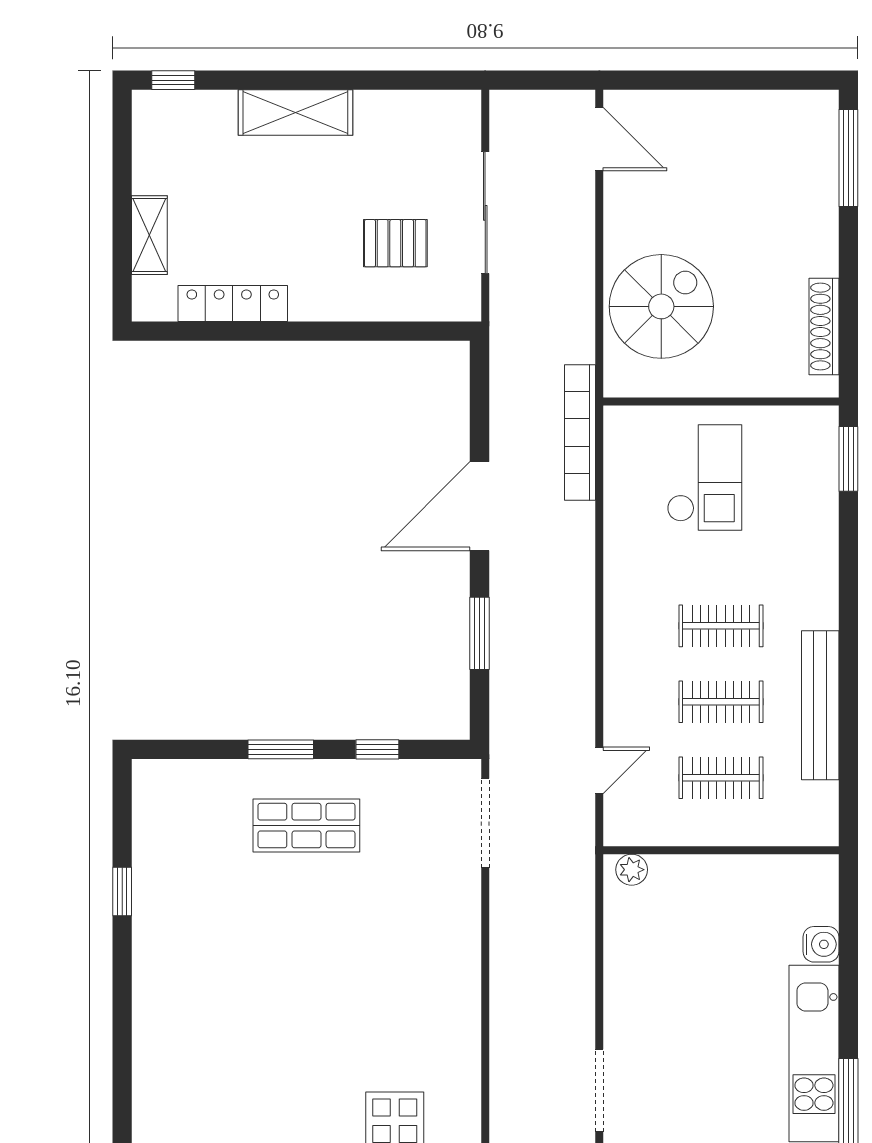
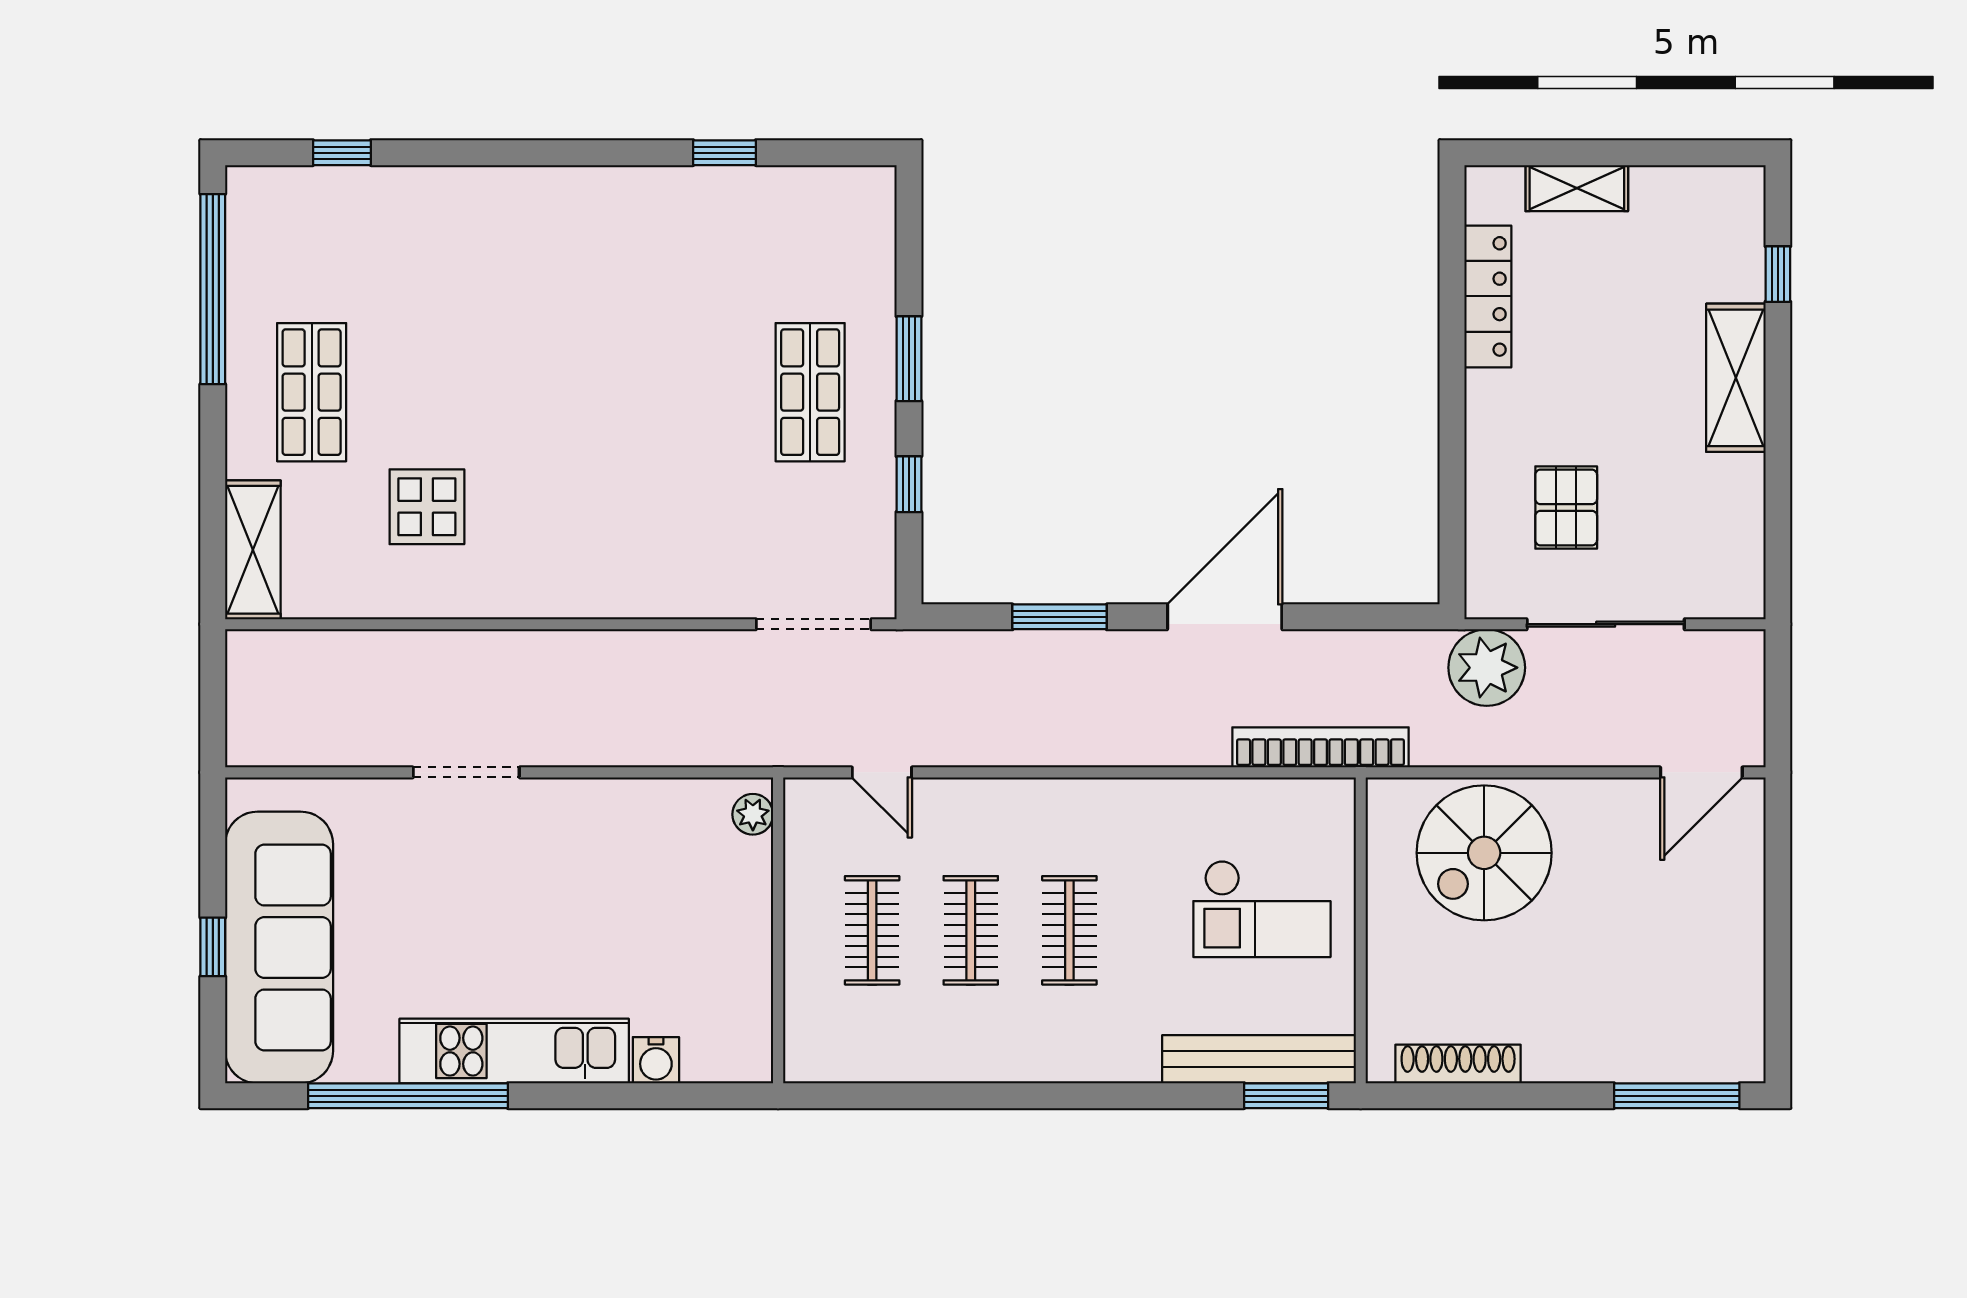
window: (173, 80) -> (1778, 274), moved
plant: (519, 304) -> (1487, 668), added
spiral stairs: (661, 306) -> (1484, 853), turned 90
door: (480, 506) -> (1225, 617), hinge flipped
bench: (820, 705) -> (1259, 1059), moved

